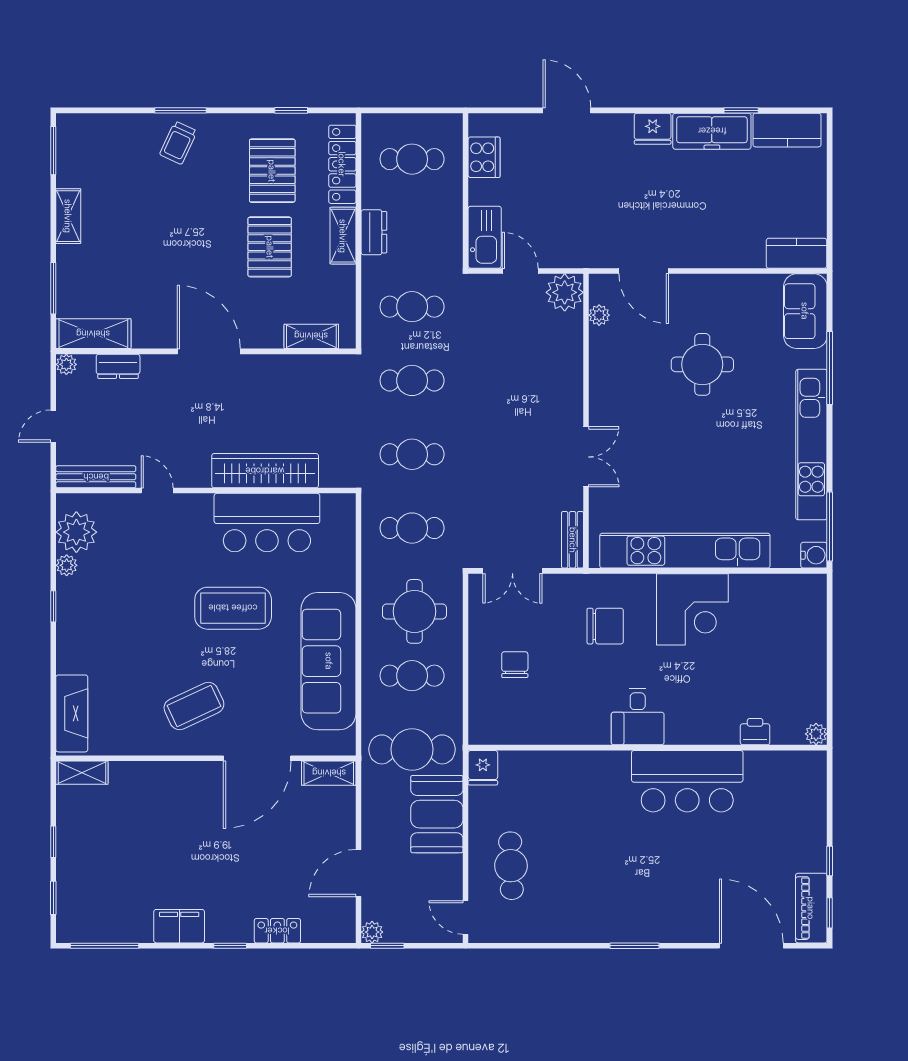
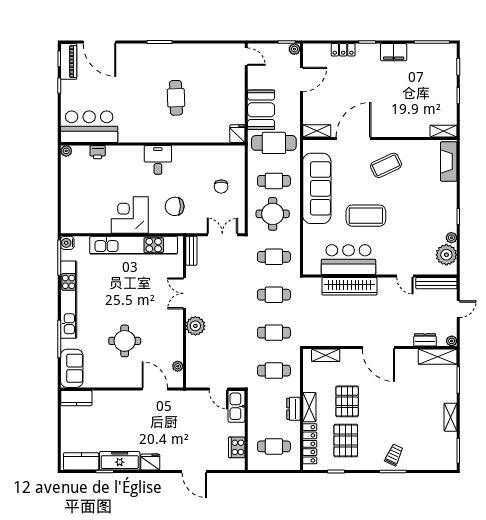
plant: (565, 292) -> (195, 326), moved
bar counter: (687, 781) -> (89, 127), moved
cafe table: (511, 866) -> (176, 98), moved

